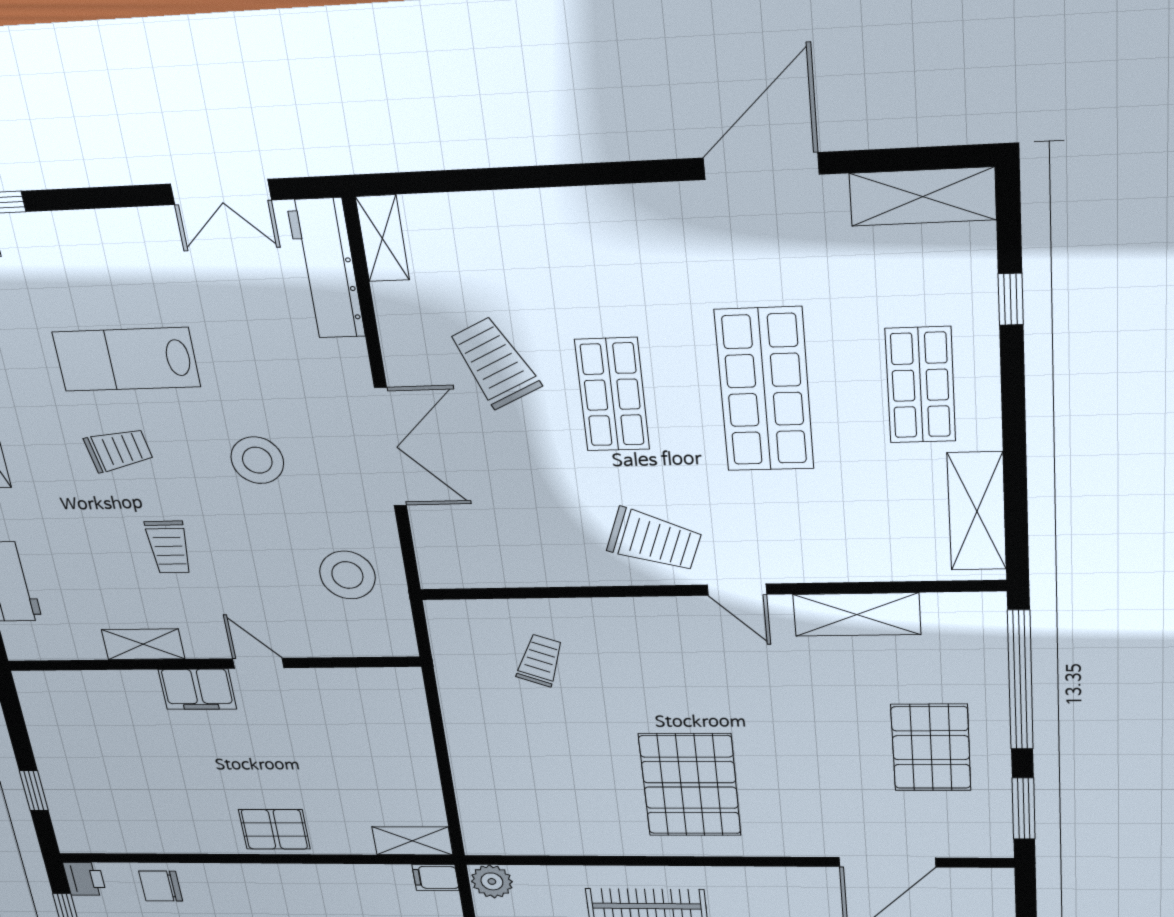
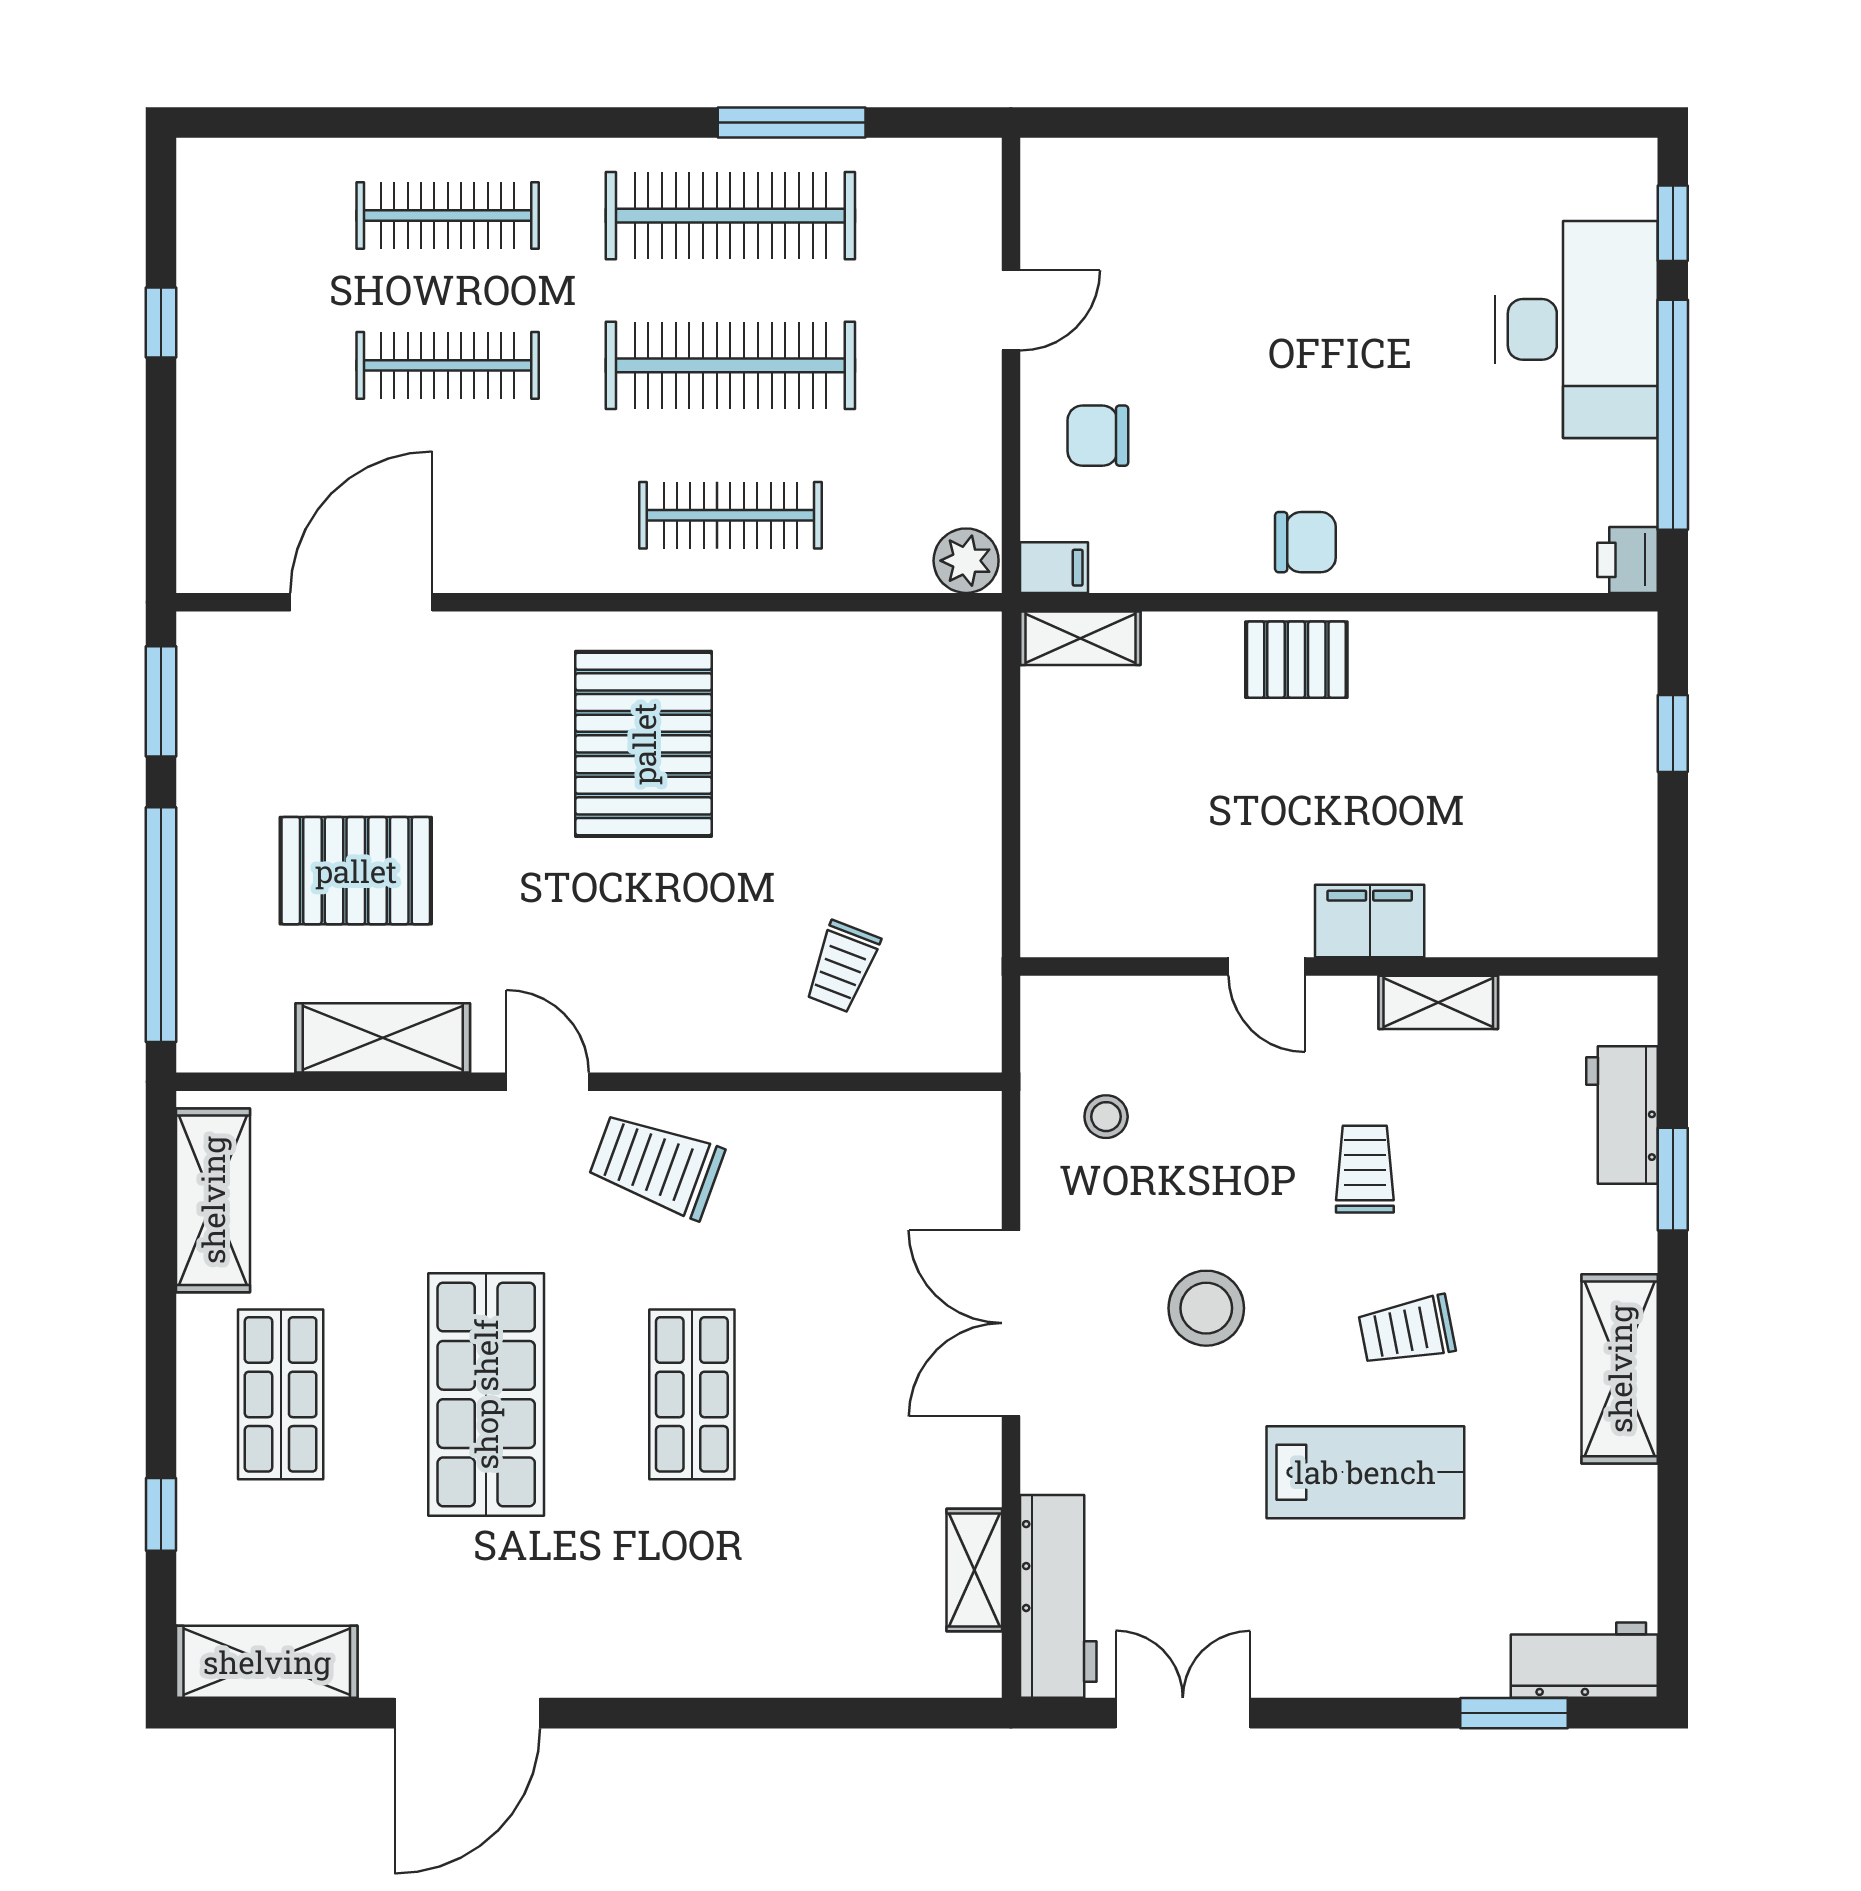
shelving: (383, 238) -> (974, 1570), moved
trolley: (495, 363) -> (847, 1448), removed
stool: (347, 575) -> (1106, 1117), width x0.53, depth x0.53
pallet: (931, 748) -> (356, 871), moved, turned 90
chair: (161, 886) -> (1305, 542), moved

